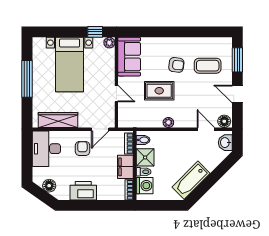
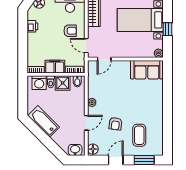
window: (95, 32) -> (167, 29), moved
armchair: (176, 65) -> (115, 124), moved
rug: (159, 91) -> (118, 95), removed
door: (116, 94) -> (104, 59), moved
door: (206, 129) -> (86, 123), moved
printer: (83, 191) -> (32, 26), width x0.53, depth x0.68

